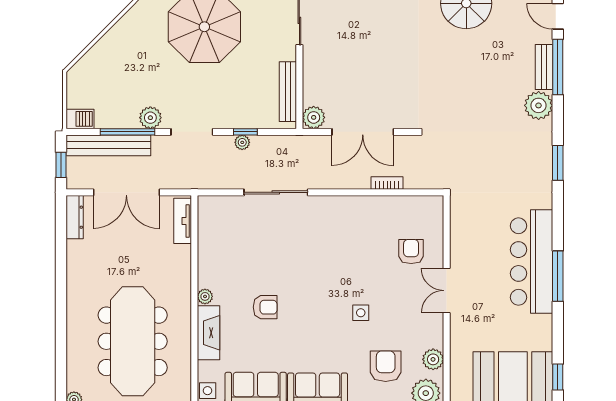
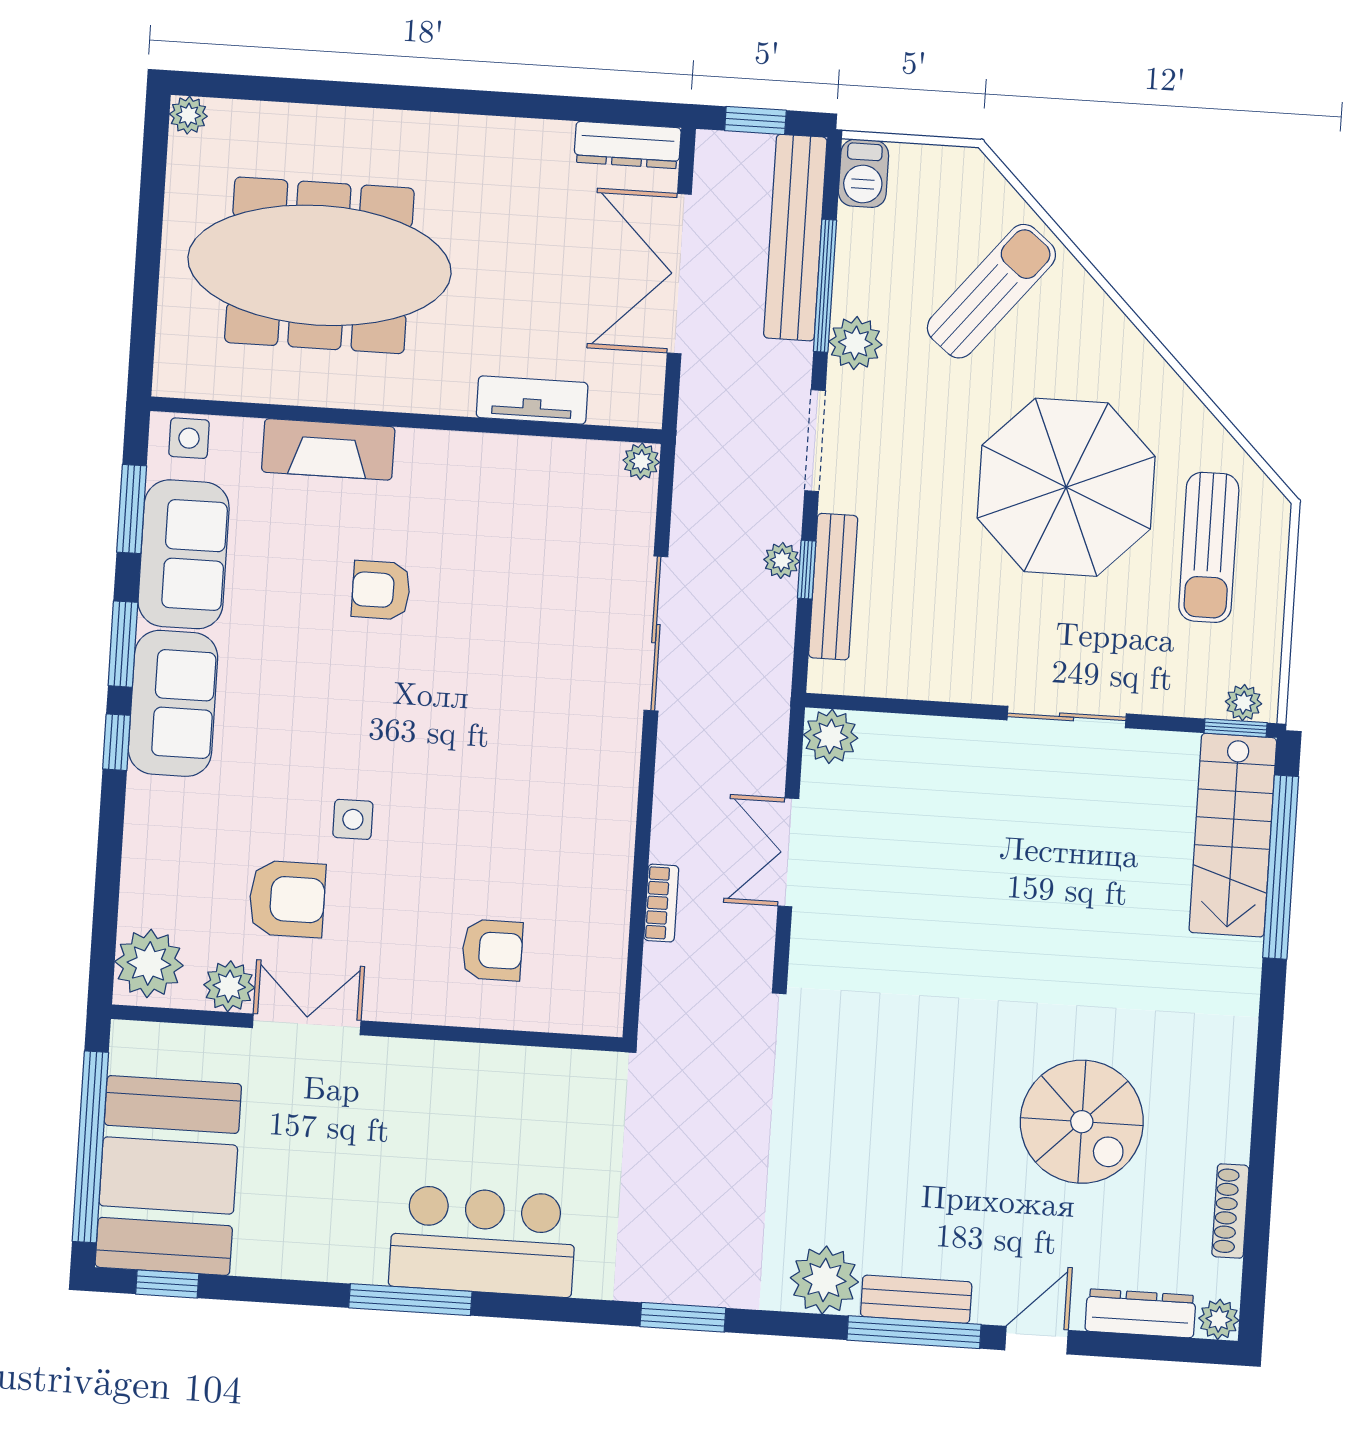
sun lounger: (125, 63) -> (991, 291), added
bench: (288, 92) -> (833, 587), moved, turned 90
double door: (363, 132) -> (788, 852), width x0.73
tv unit: (183, 221) -> (532, 400), moved
bar counter: (532, 262) -> (483, 1241), width x0.73
double door: (447, 291) -> (307, 1024), moved
plant: (205, 296) -> (641, 461), moved
armchair: (265, 307) -> (381, 590), turned 90
armchair: (386, 366) -> (287, 899), moved

